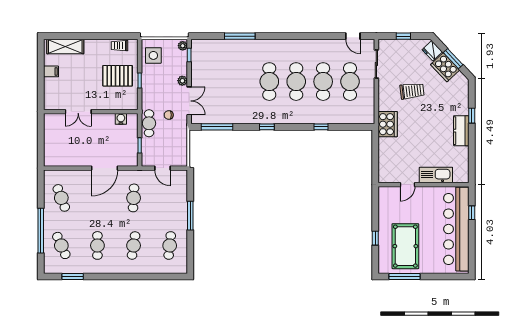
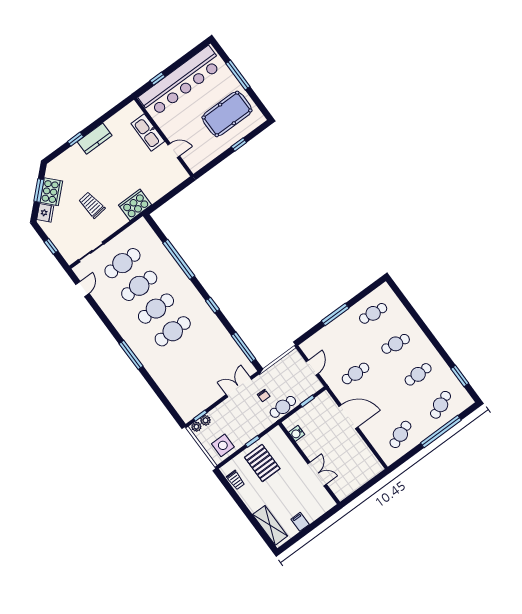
window: (240, 36) -> (131, 355), moved
plant: (182, 81) -> (205, 420), moved
window: (321, 127) -> (179, 259), width x3.17
window: (405, 276) -> (238, 75), moved

